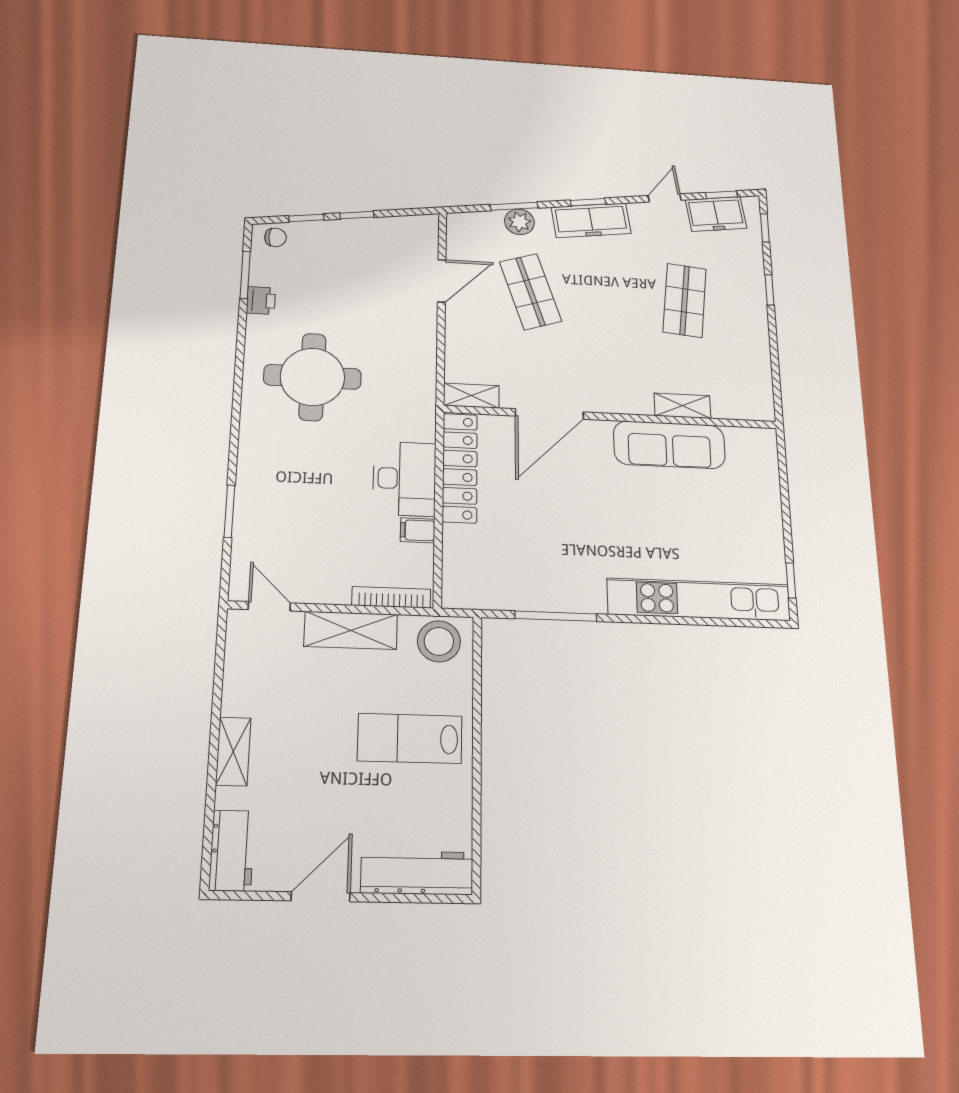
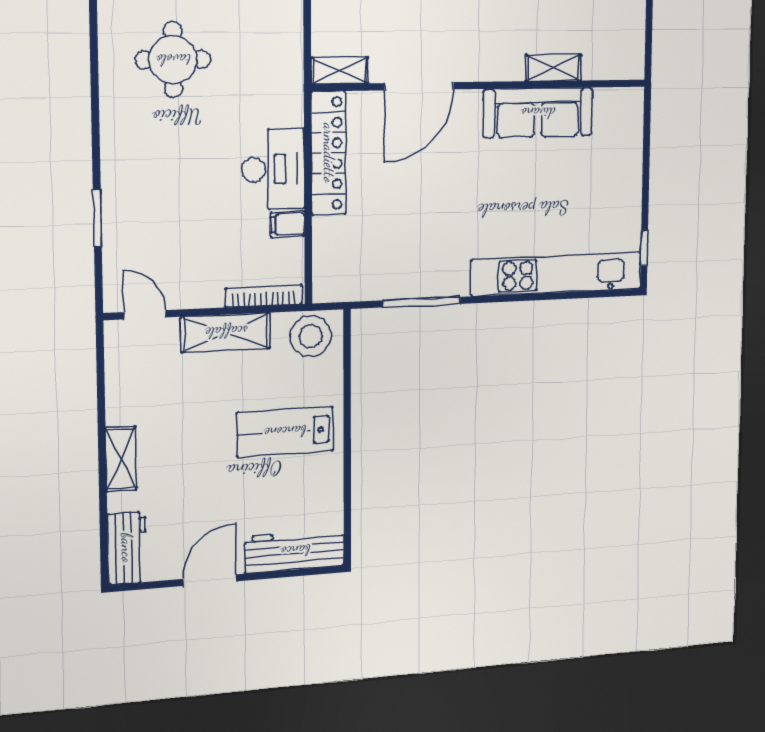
round table: (312, 377) -> (173, 60), width x0.73, depth x0.73

